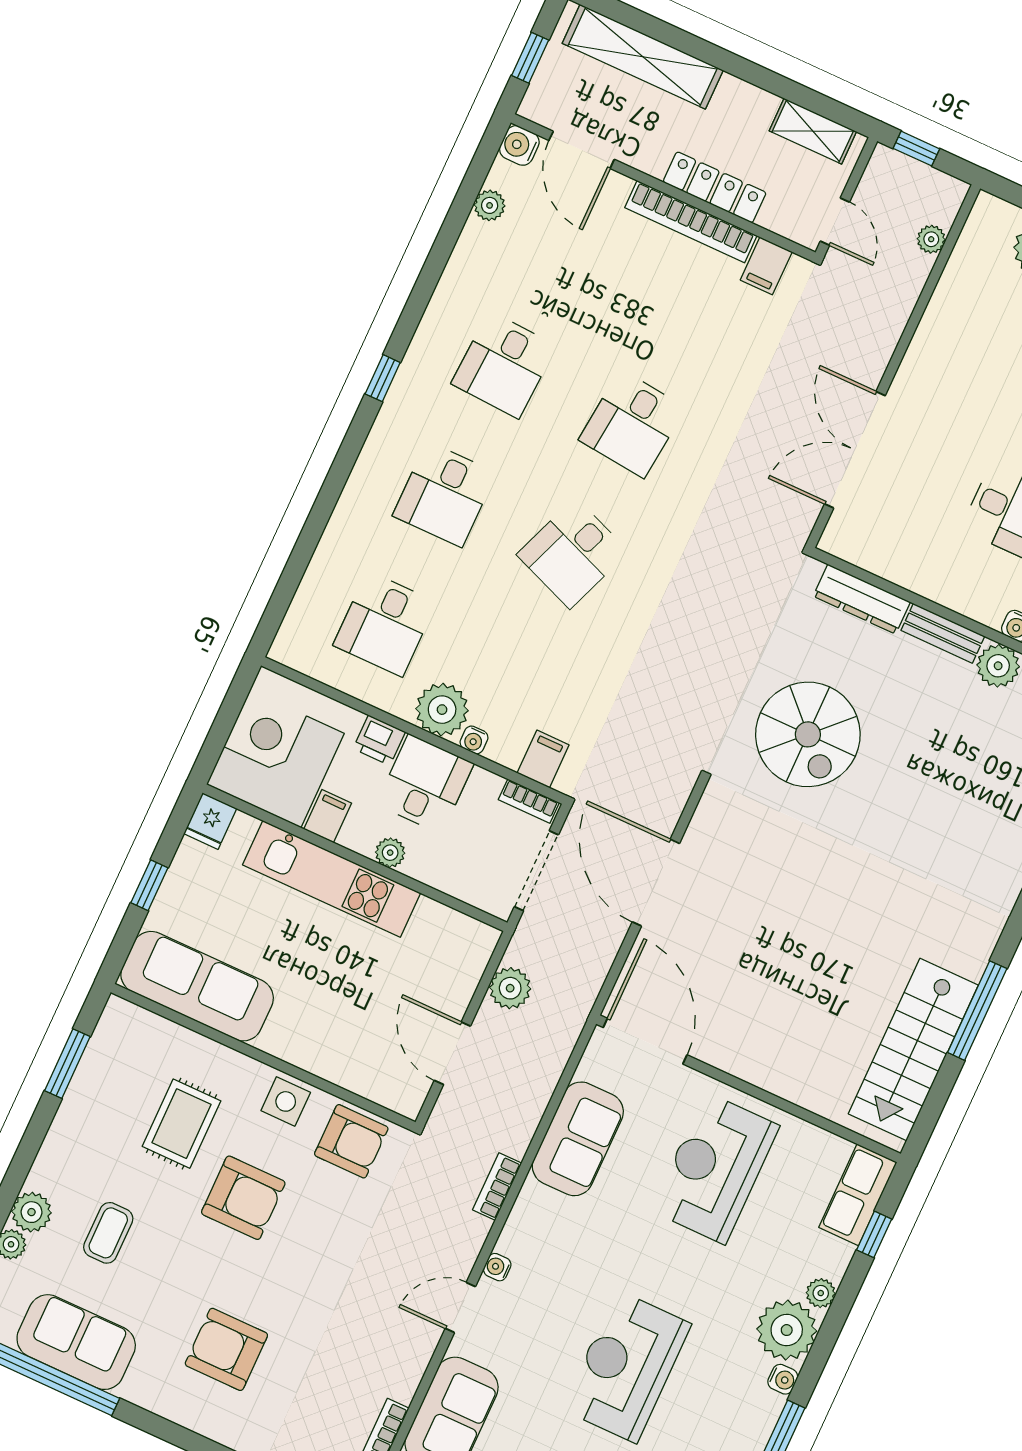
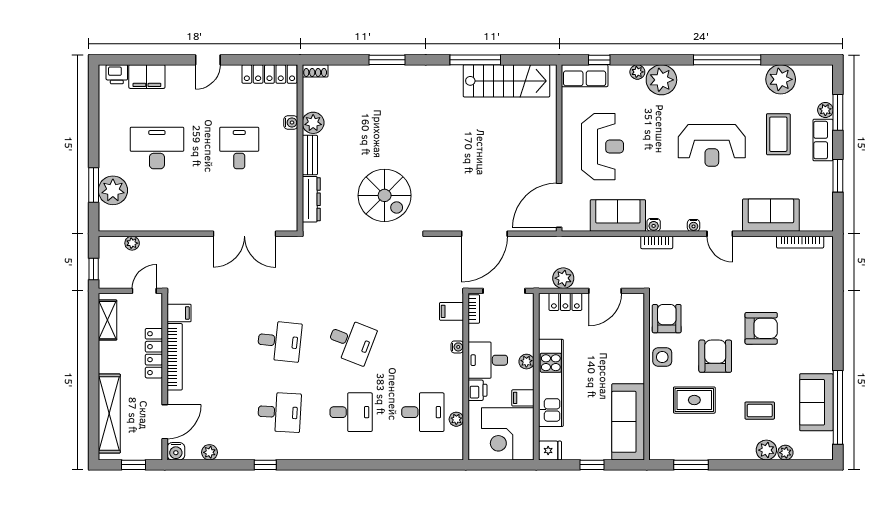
window: (383, 378) -> (265, 465), moved
plant: (442, 710) -> (456, 419), moved, width x0.53, depth x0.53
spiral stairs: (808, 734) -> (385, 195), turned 90
locker: (466, 972) -> (565, 302), added
reception desk: (715, 1168) -> (602, 147), turned -90
armchair: (226, 1349) -> (761, 328), moved, turned -90
water cooler: (783, 1379) -> (654, 225), moved, turned 180

